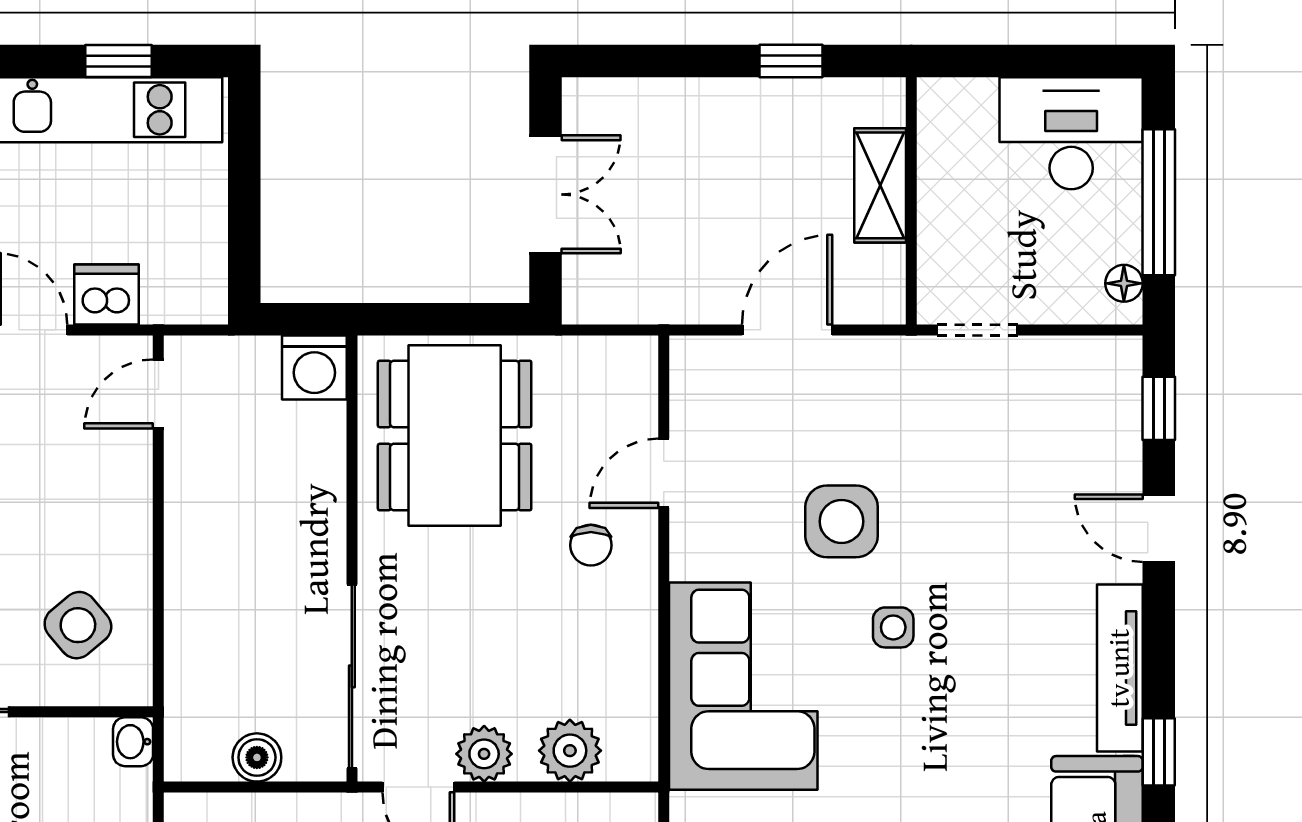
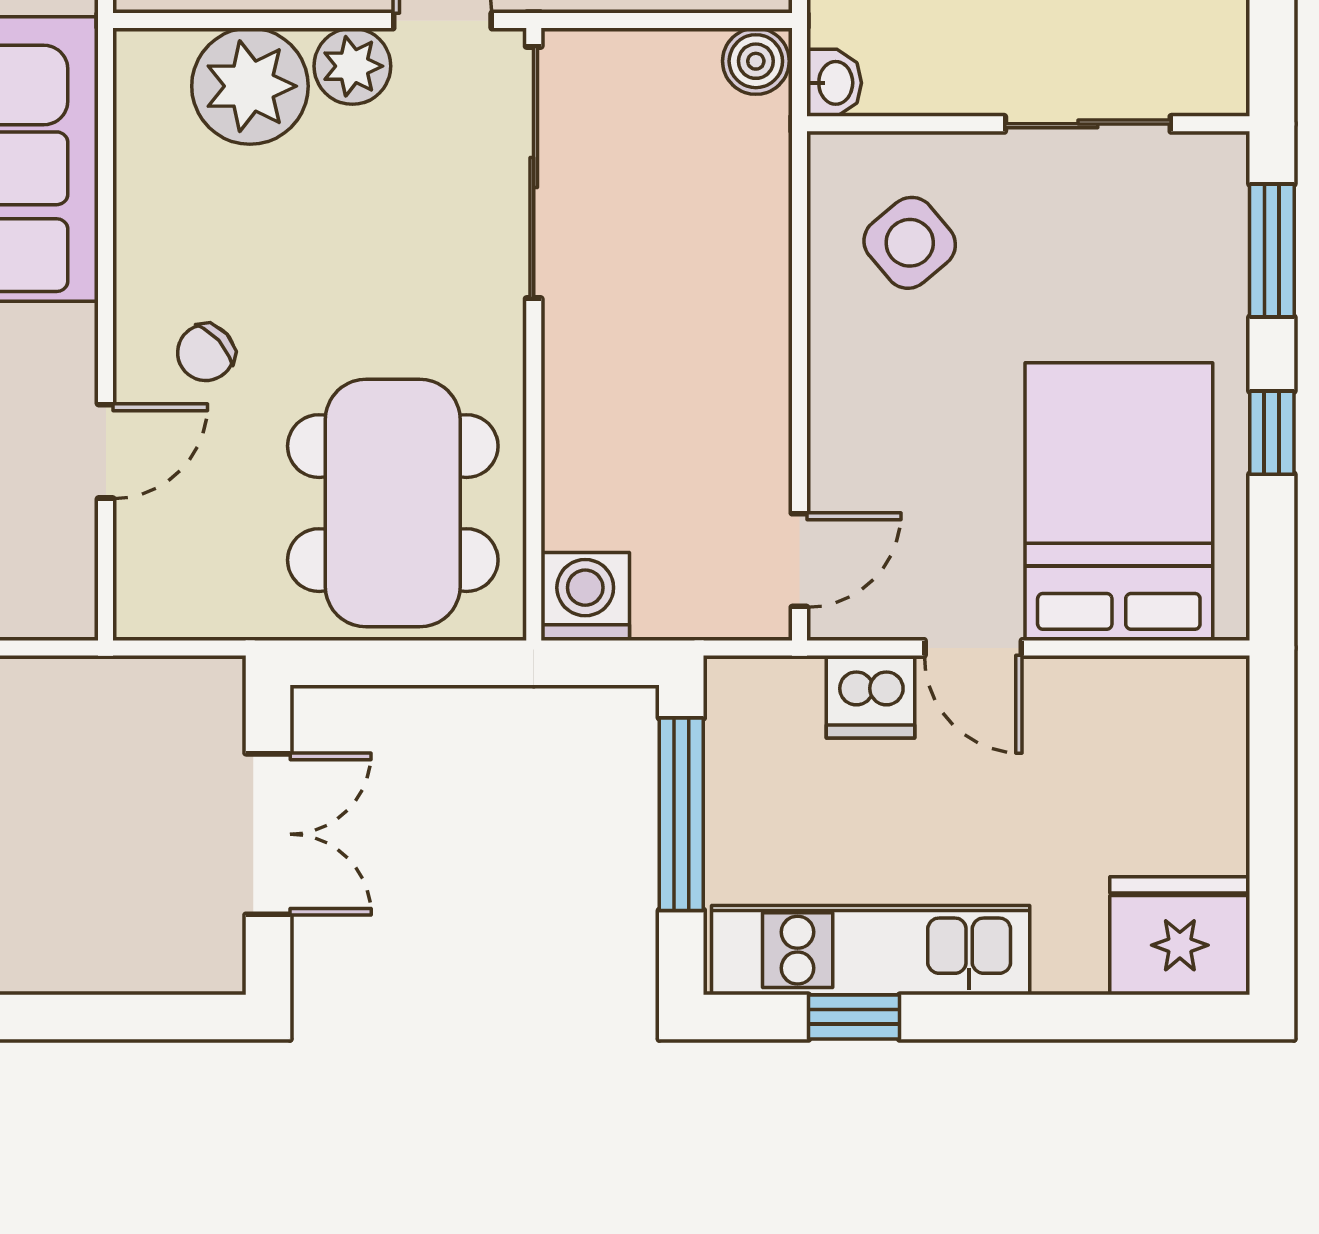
double door: (546, 194) -> (268, 834), swing flipped
window: (244, 209) -> (681, 814), added
chair: (591, 545) -> (206, 353), turned -132
plant: (570, 751) -> (250, 86), width x1.36, depth x1.36
boiler: (257, 757) -> (756, 61), moved

